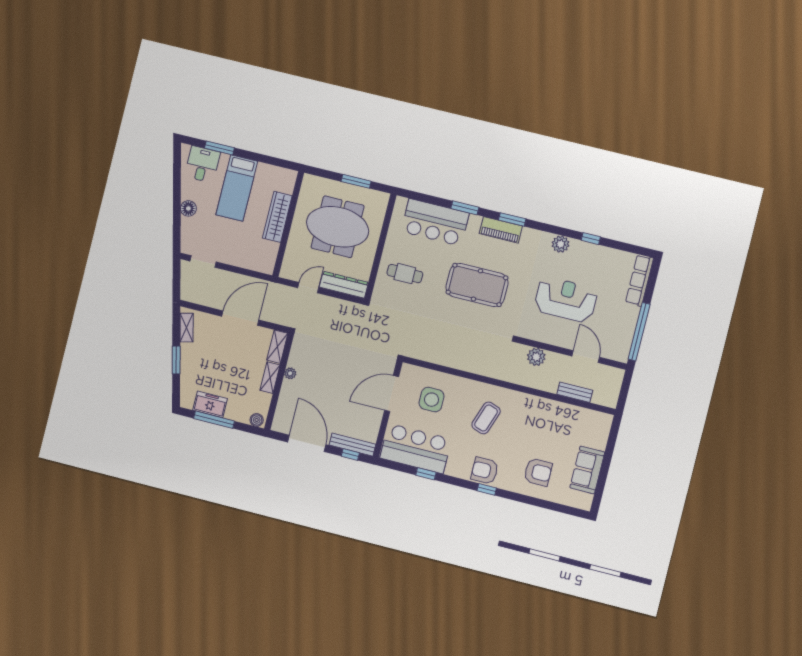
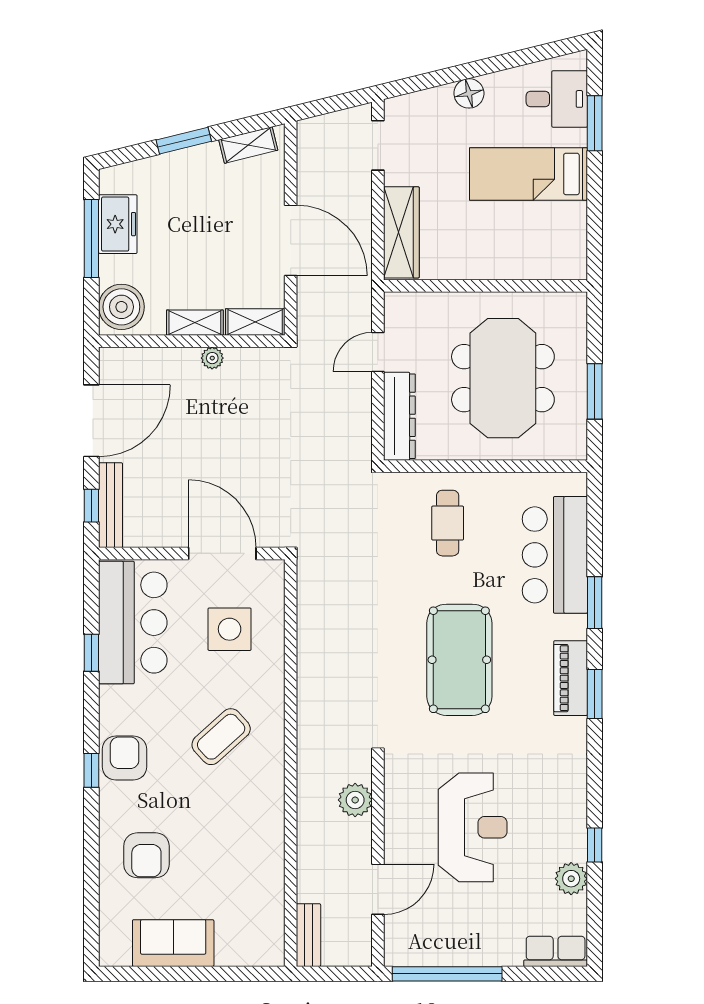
wardrobe: (277, 217) -> (401, 232), moved, turned 90
plant: (561, 244) -> (571, 879), moved
row of seats: (639, 280) -> (556, 951), width x0.68
door: (308, 288) -> (378, 352), swing flipped
bench: (575, 392) -> (308, 935), moved
coffee table: (486, 418) -> (221, 737), turned -61
boiler: (257, 420) -> (121, 307), width x1.86, depth x1.86

